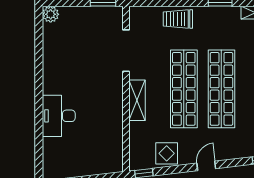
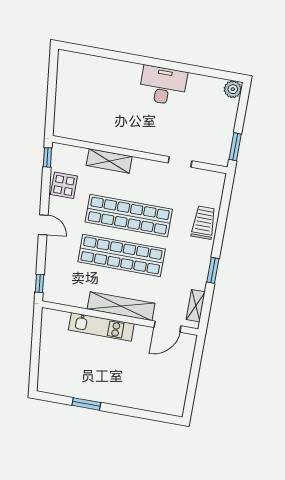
doorway: (126, 51) -> (180, 162), width x0.53
shelving: (137, 100) -> (109, 161), moved
desk: (59, 116) -> (163, 85), moved

